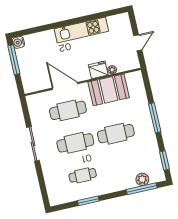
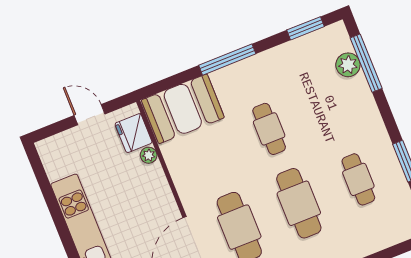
fridge: (98, 70) -> (134, 133), moved
booth: (109, 90) -> (183, 109), moved, turned 90
cafe table: (116, 134) -> (269, 129), width x0.73, depth x0.74

